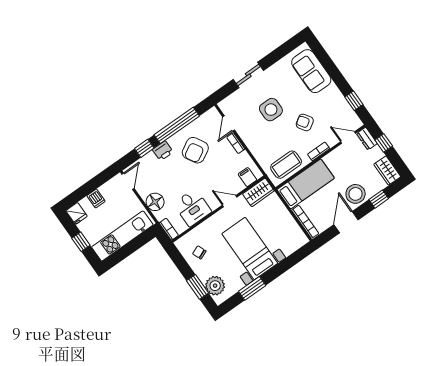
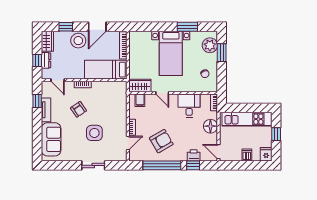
tv unit: (338, 98) -> (46, 110), added
dresser: (367, 139) -> (46, 60), moved
printer: (163, 151) -> (194, 155), moved
coffee table: (286, 165) -> (110, 91), removed
door: (128, 181) -> (218, 152), hinge flipped

